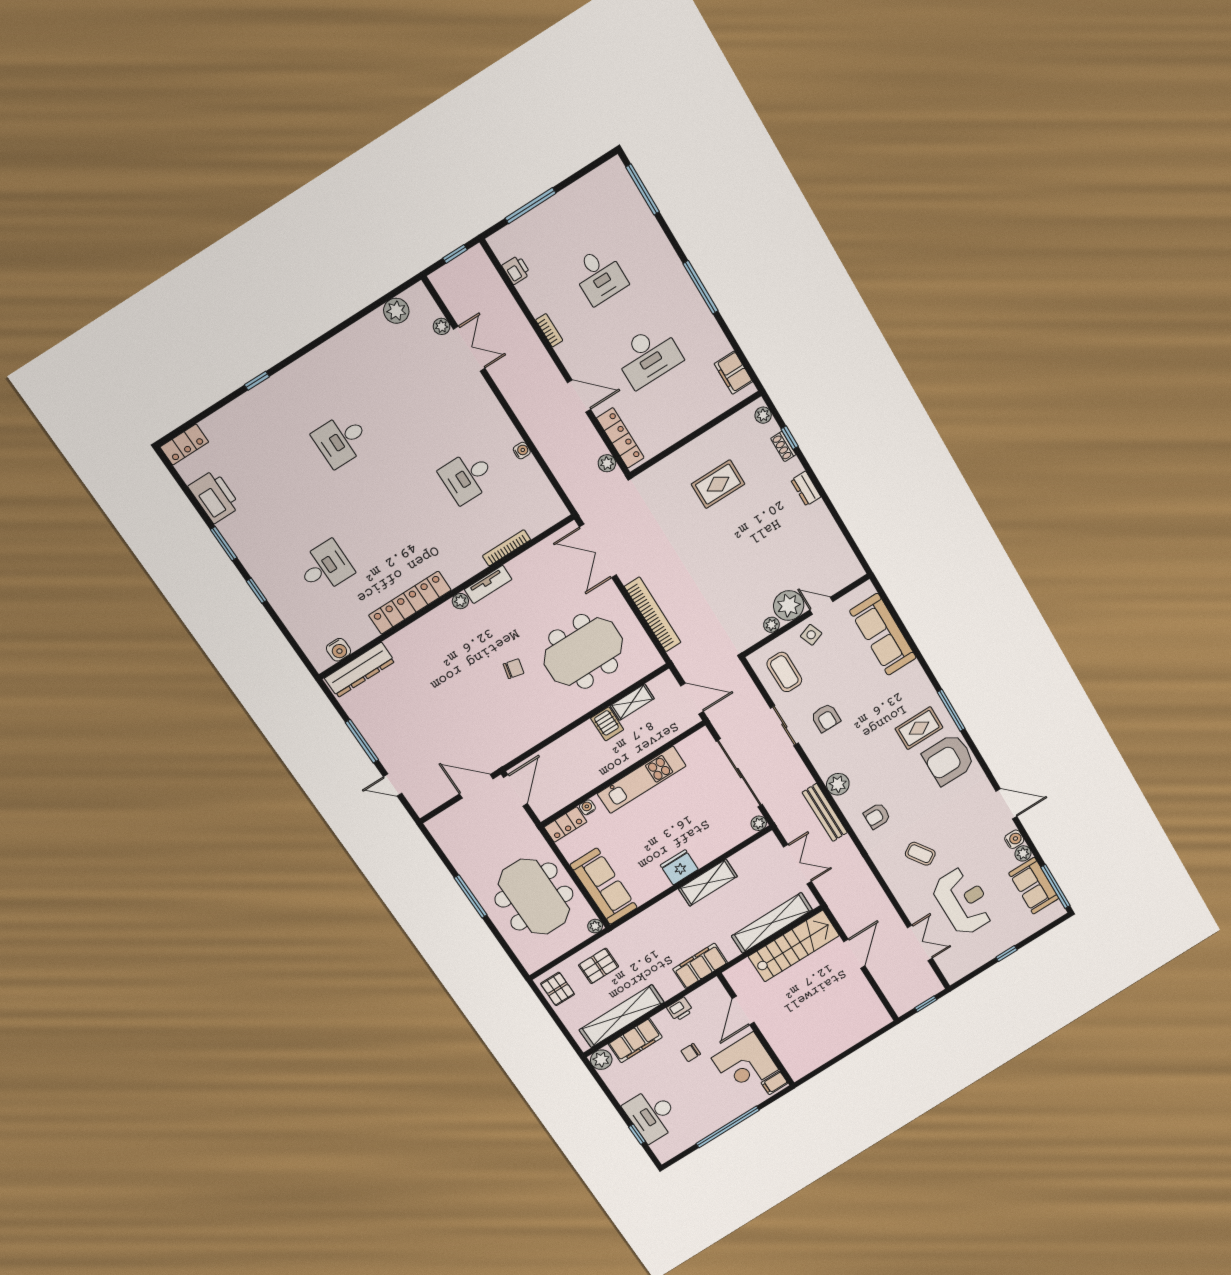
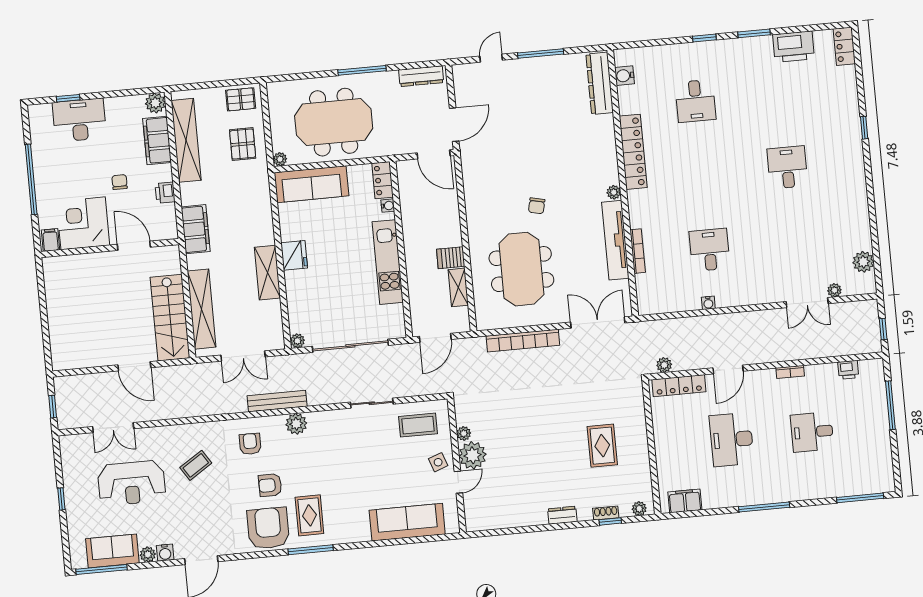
tv unit: (488, 584) -> (615, 240), width x1.92, depth x1.29
armchair: (826, 718) -> (270, 485), moved
dresser: (446, 840) -> (421, 76), added

